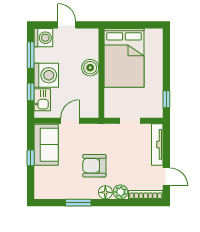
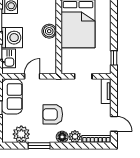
tv unit: (157, 144) -> (106, 91), width x0.71
plant: (57, 189) -> (21, 134), added

